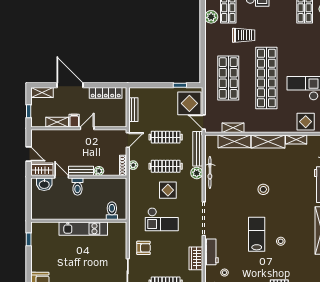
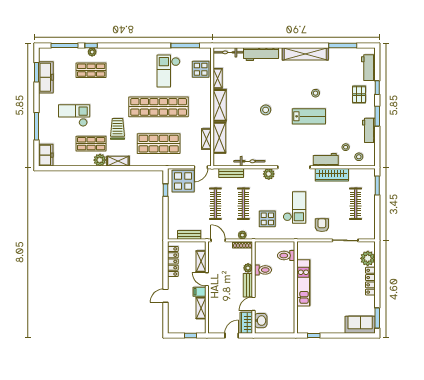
shelving: (210, 36) -> (118, 161), added
door: (70, 85) -> (166, 296), width x0.53
shelving: (42, 93) -> (201, 261), moved
bench: (198, 149) -> (231, 173), width x0.73
plant: (197, 173) -> (269, 174), moved
toilet: (77, 187) -> (263, 270), moved
display table: (168, 190) -> (267, 219), moved
lab bench: (257, 234) -> (309, 116), turned 180
wardrobe: (196, 258) -> (332, 175), width x1.50

